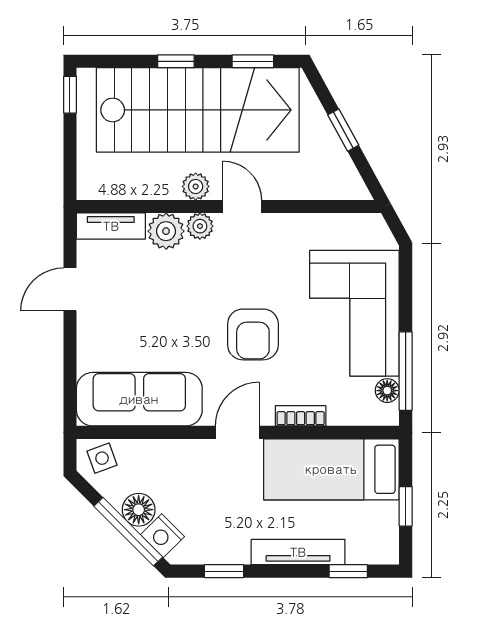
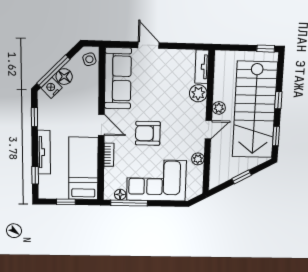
plant: (200, 226) -> (198, 159), moved
door: (70, 289) -> (149, 45), moved

